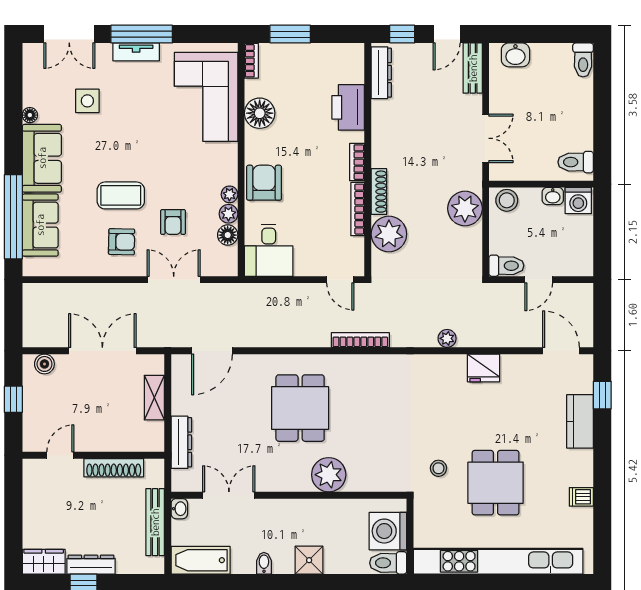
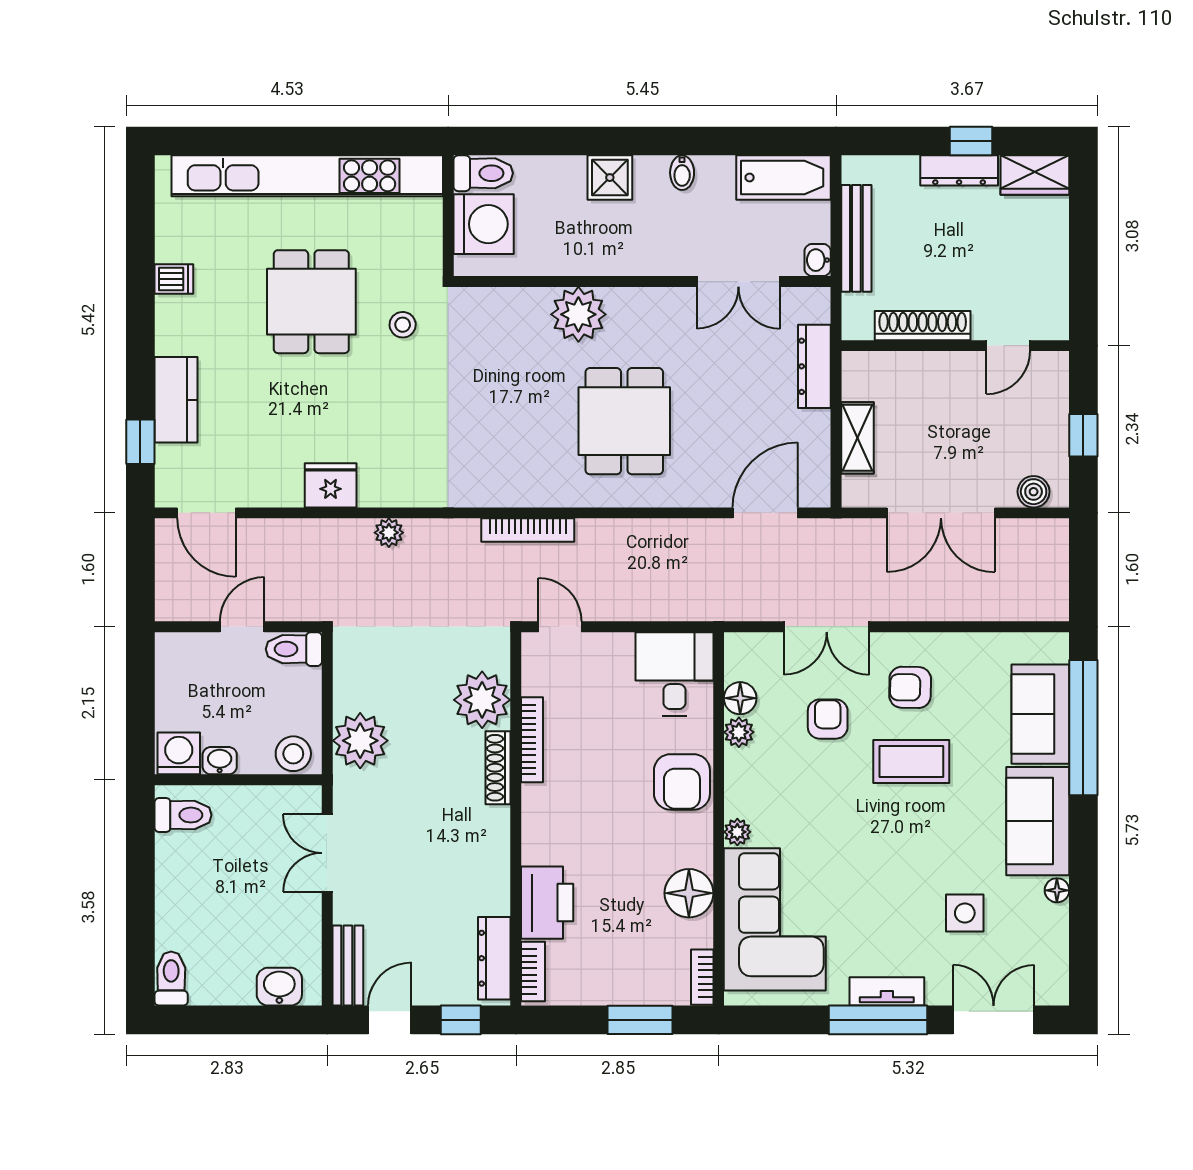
bookcase: (357, 162) -> (533, 971), moved
plant: (229, 194) -> (737, 832), moved

